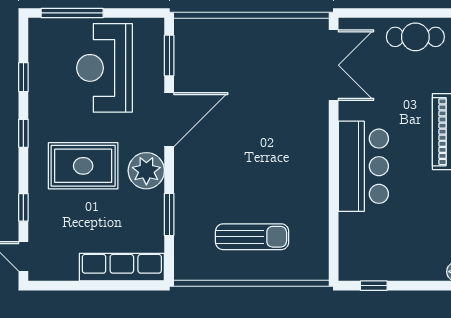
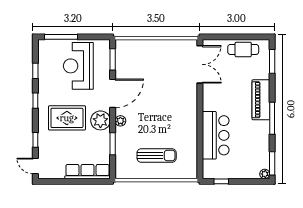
bar counter: (363, 166) -> (216, 135), moved
plant: (184, 171) -> (120, 121), added

